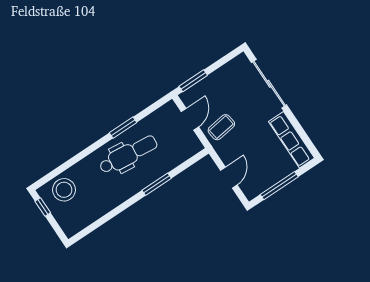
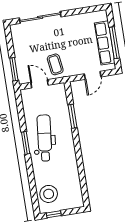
window: (123, 128) -> (26, 143), moved
row of seats: (292, 140) -> (105, 43), moved, turned 90
door: (229, 178) -> (93, 75), swing flipped
window: (157, 184) -> (72, 116), moved

